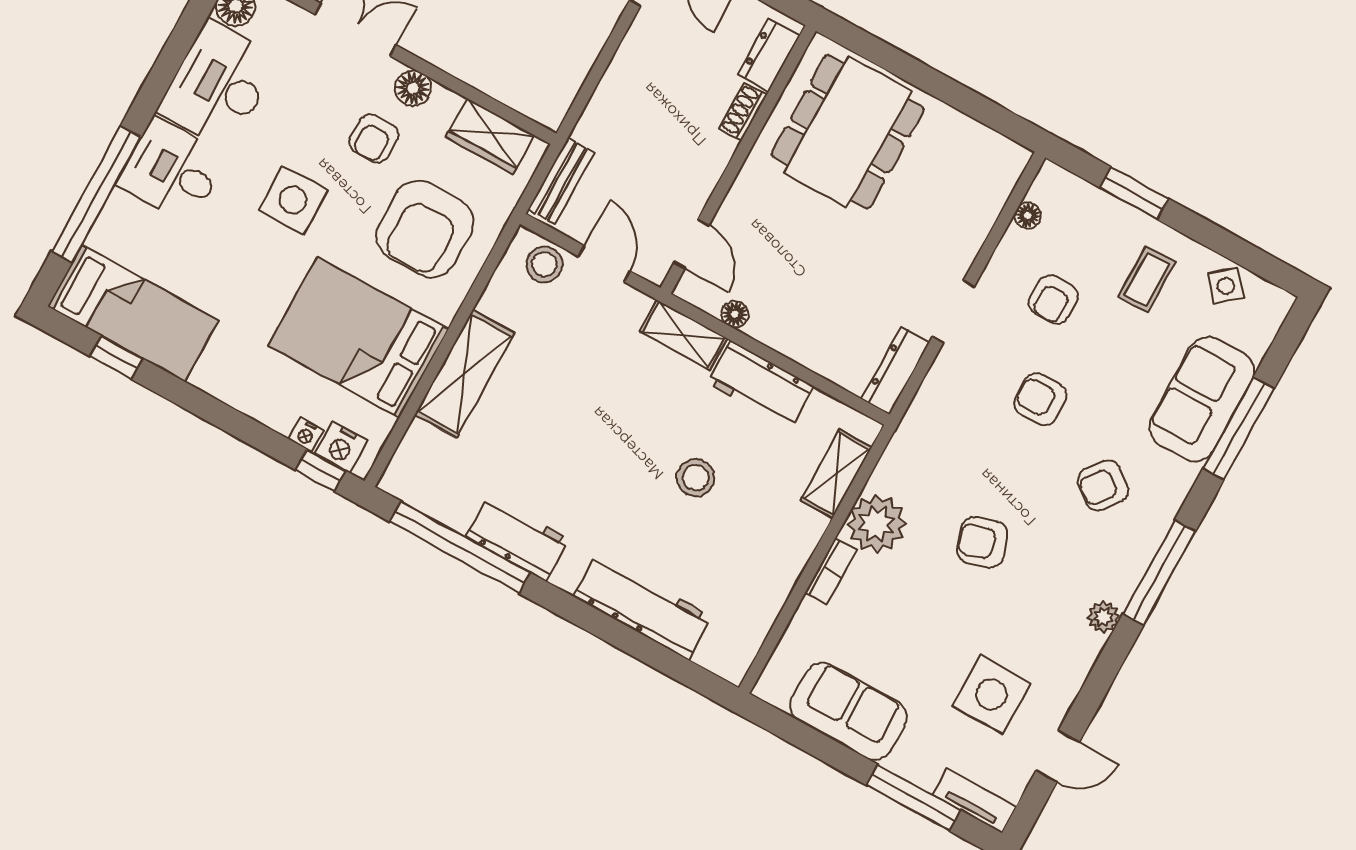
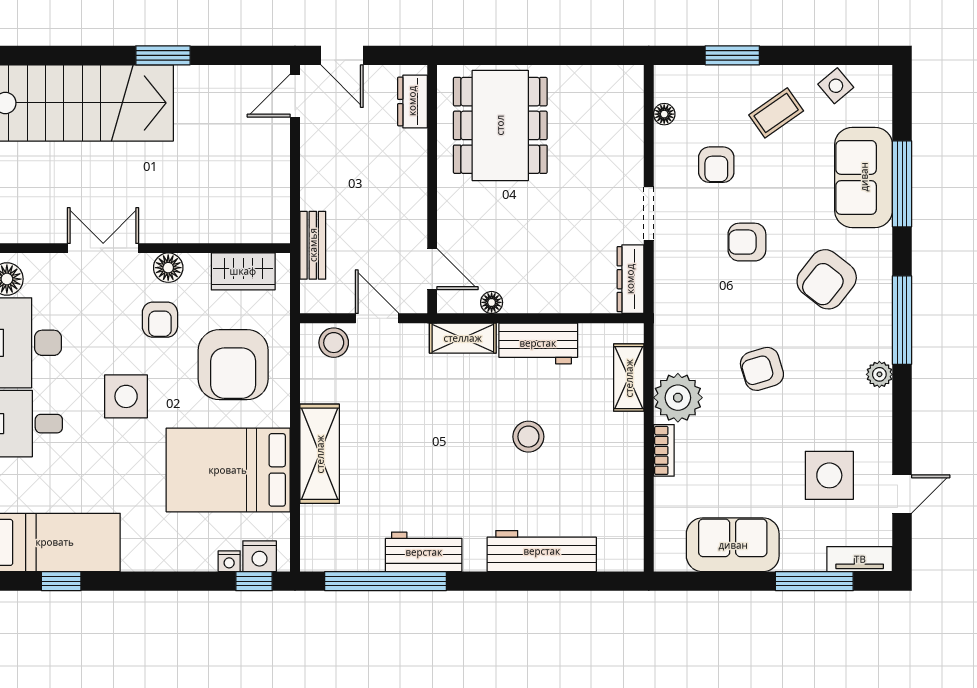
shoe rack: (743, 112) -> (416, 153), removed
bench: (561, 181) -> (313, 245), moved
coffee table: (1147, 280) -> (776, 113), turned 55
armchair: (1103, 485) -> (827, 279), width x1.38, depth x1.38

